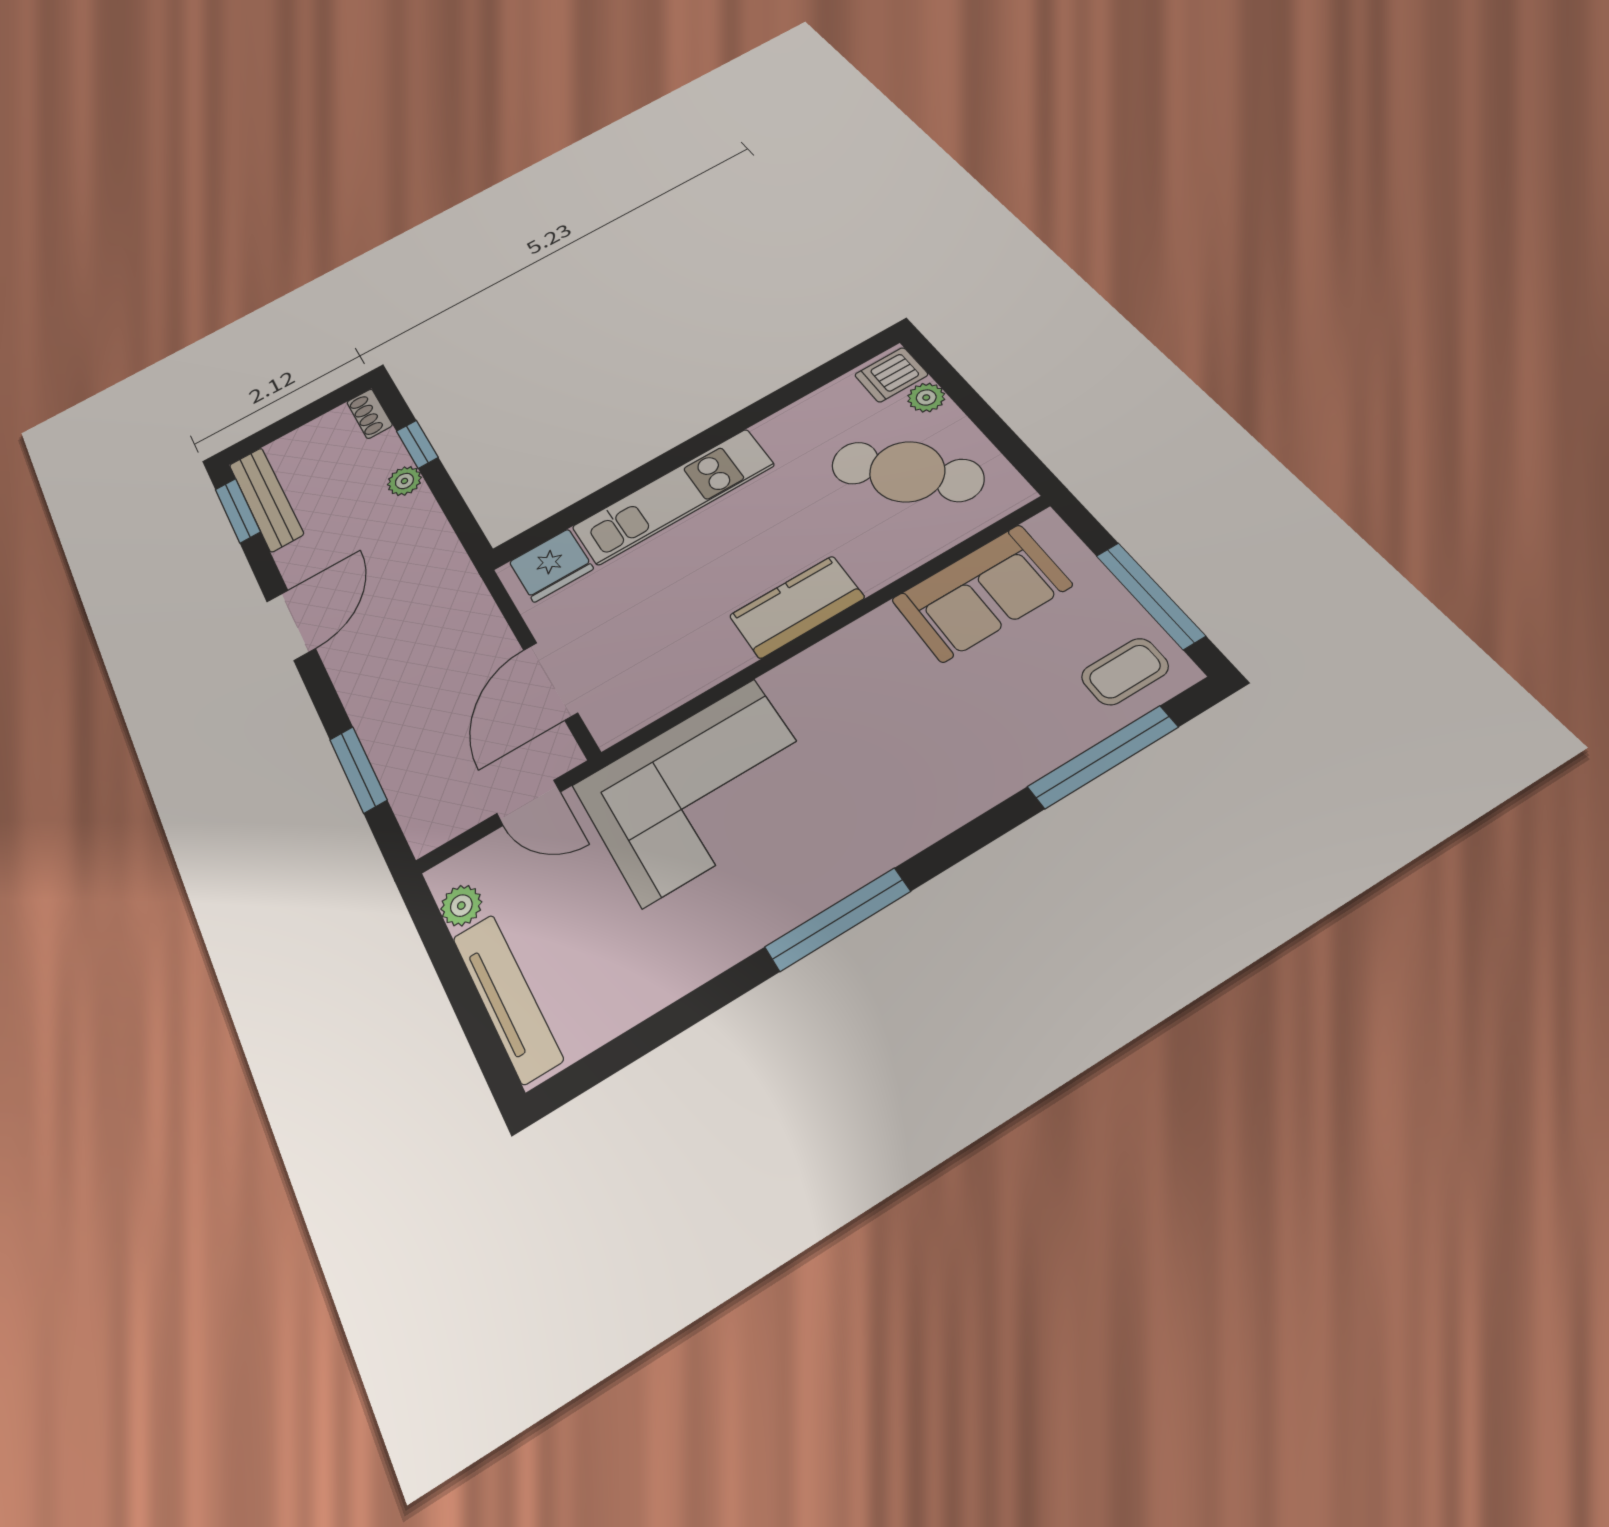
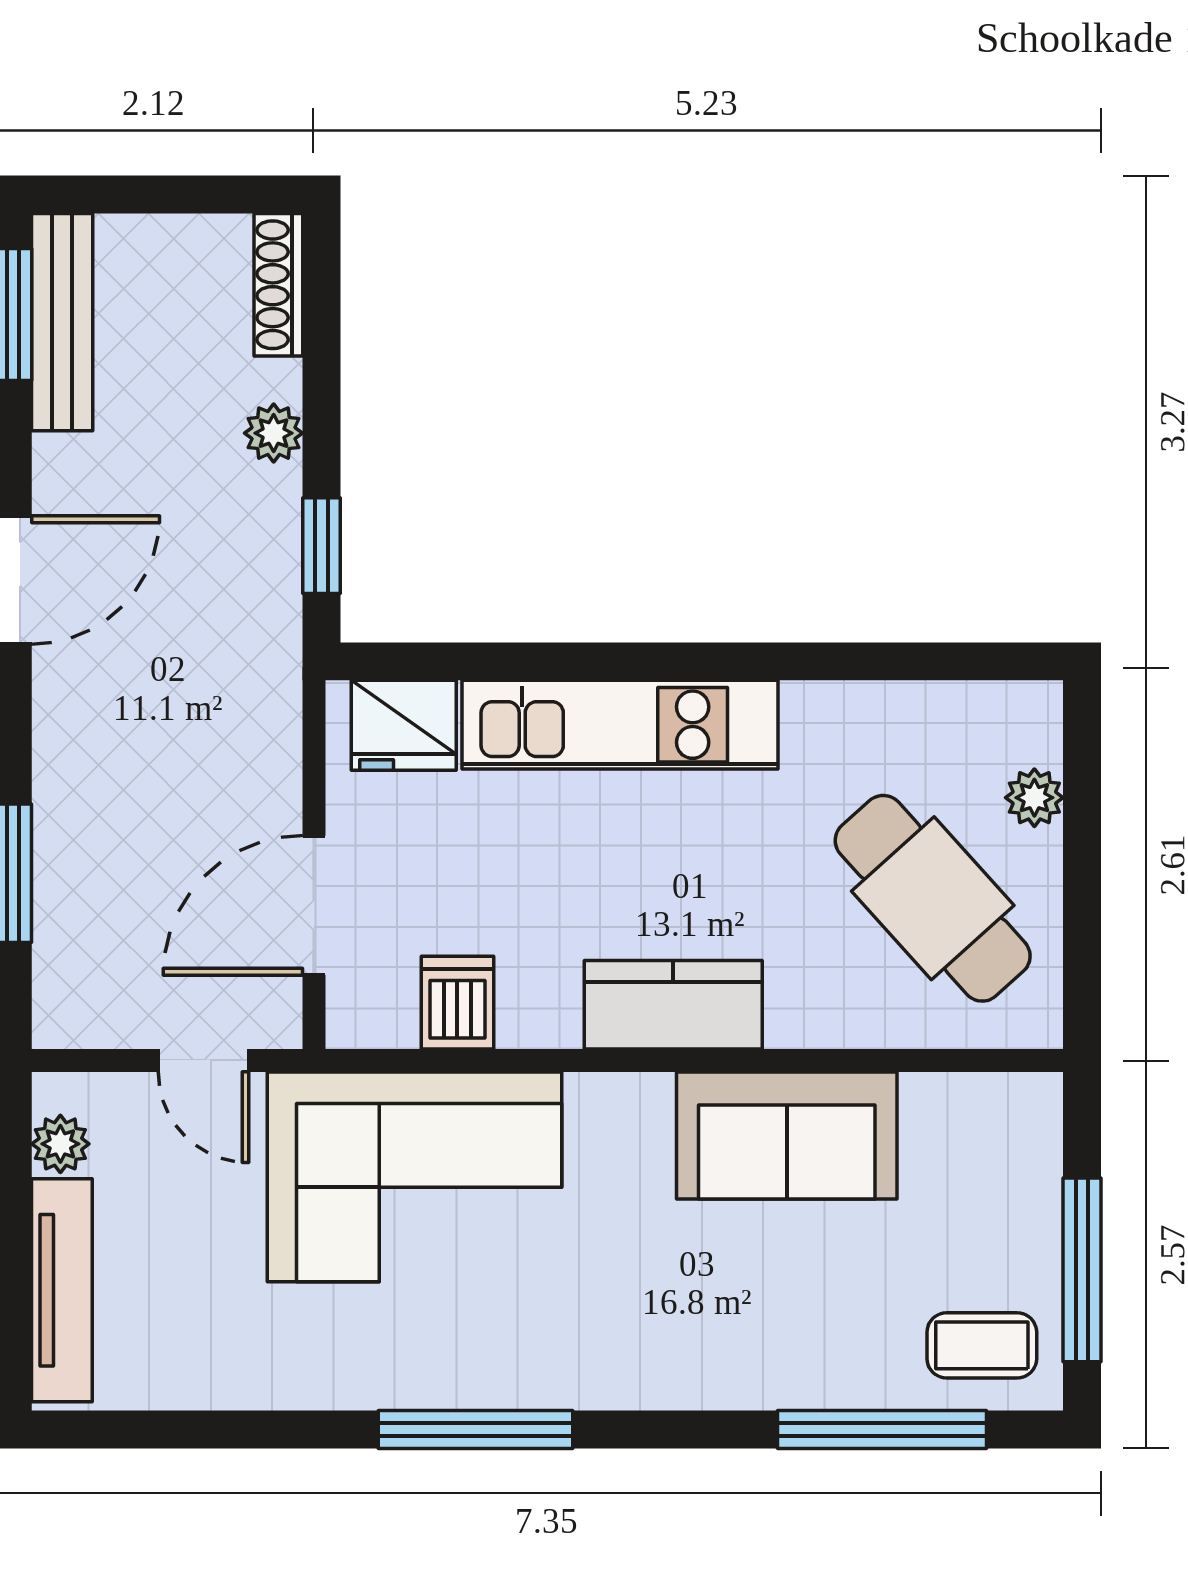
dishwasher: (891, 375) -> (457, 1003), moved, turned 90
shoe rack: (370, 414) -> (278, 285), width x1.43
window: (417, 444) -> (322, 546), moved
sofa: (982, 592) -> (787, 1135), moved

